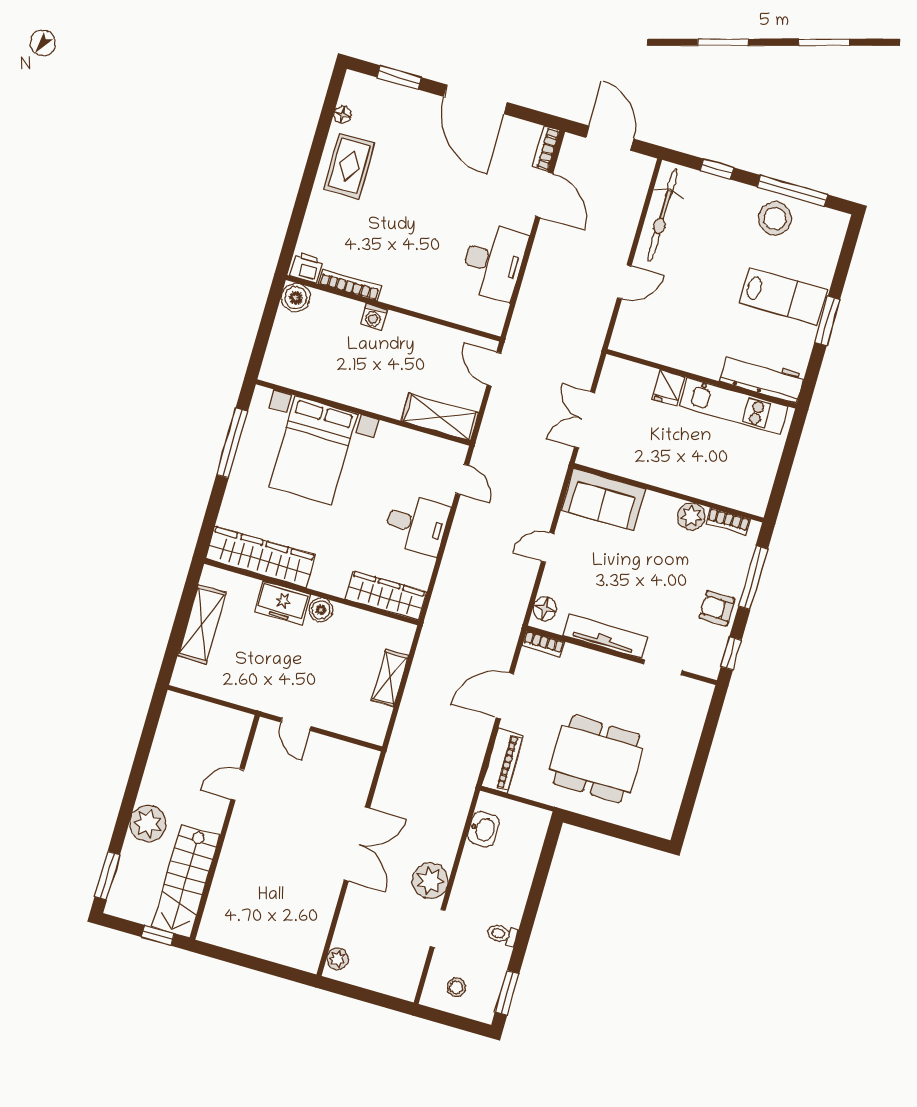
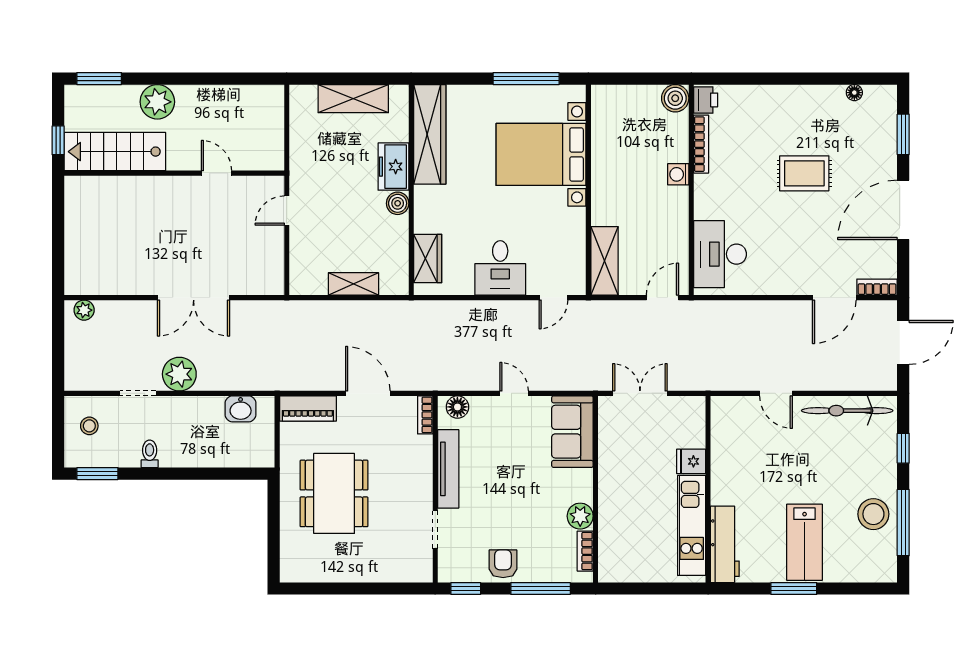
rug: (349, 166) -> (804, 173), moved
desk: (493, 262) -> (720, 254), moved, turned 90
wardrobe: (386, 595) -> (428, 259), width x0.67

